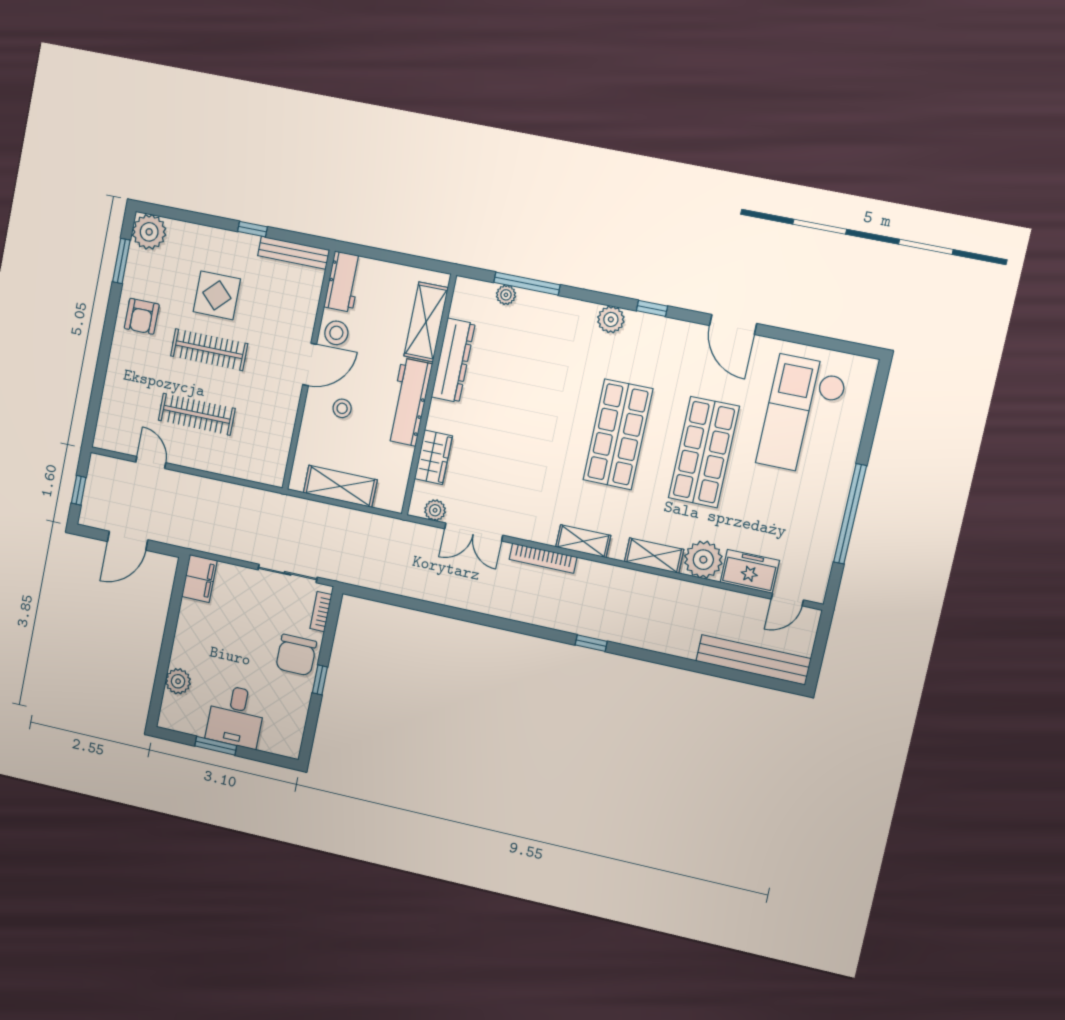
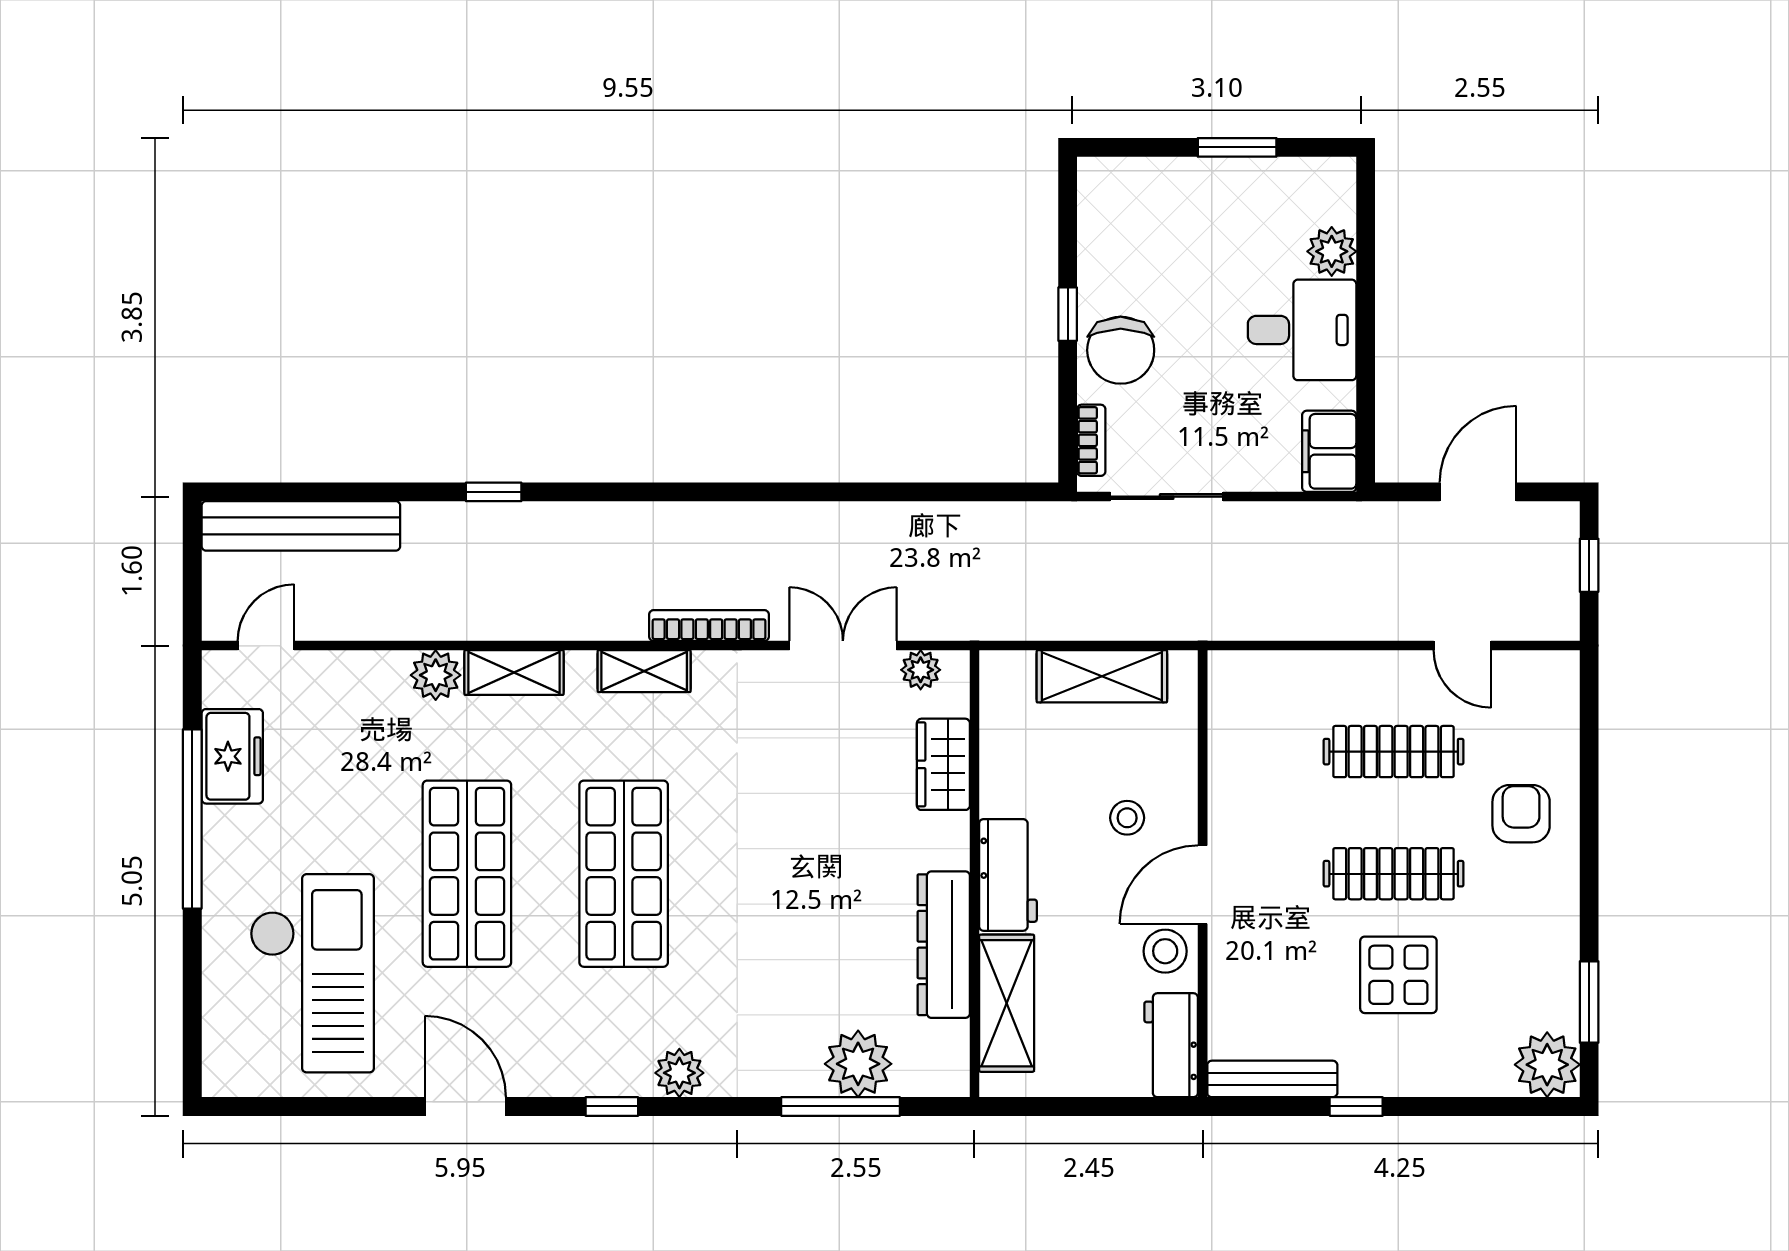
plant: (506, 295) -> (858, 1064), width x1.88, depth x1.88
armchair: (142, 316) -> (1521, 814), moved
workbench: (409, 402) -> (1008, 875), width x0.73
plant: (703, 560) -> (436, 675), width x0.73, depth x0.73
freezer: (750, 571) -> (232, 756), moved, turned -90
window: (591, 643) -> (494, 492), moved
chair: (296, 655) -> (1121, 350), turned 180
desk: (236, 716) -> (1302, 330), moved, turned 90

